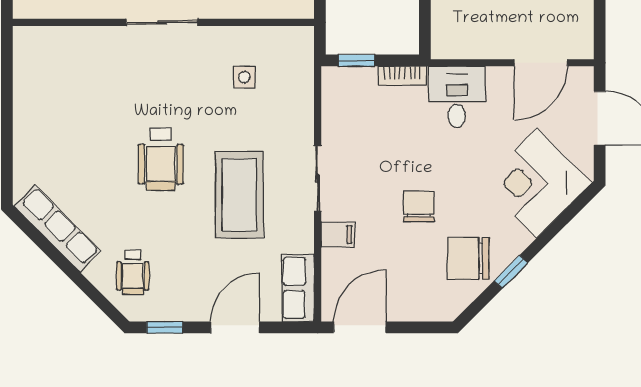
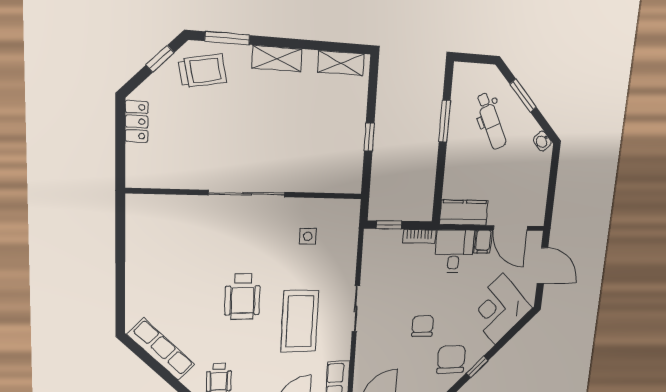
sliding door: (162, 22) -> (247, 194), width x1.37
kitchen counter: (466, 42) -> (464, 213), added
door: (541, 63) -> (510, 228), hinge flipped
filing cabinet: (338, 235) -> (483, 242), moved, turned 90
chair: (468, 258) -> (451, 359), turned 90

